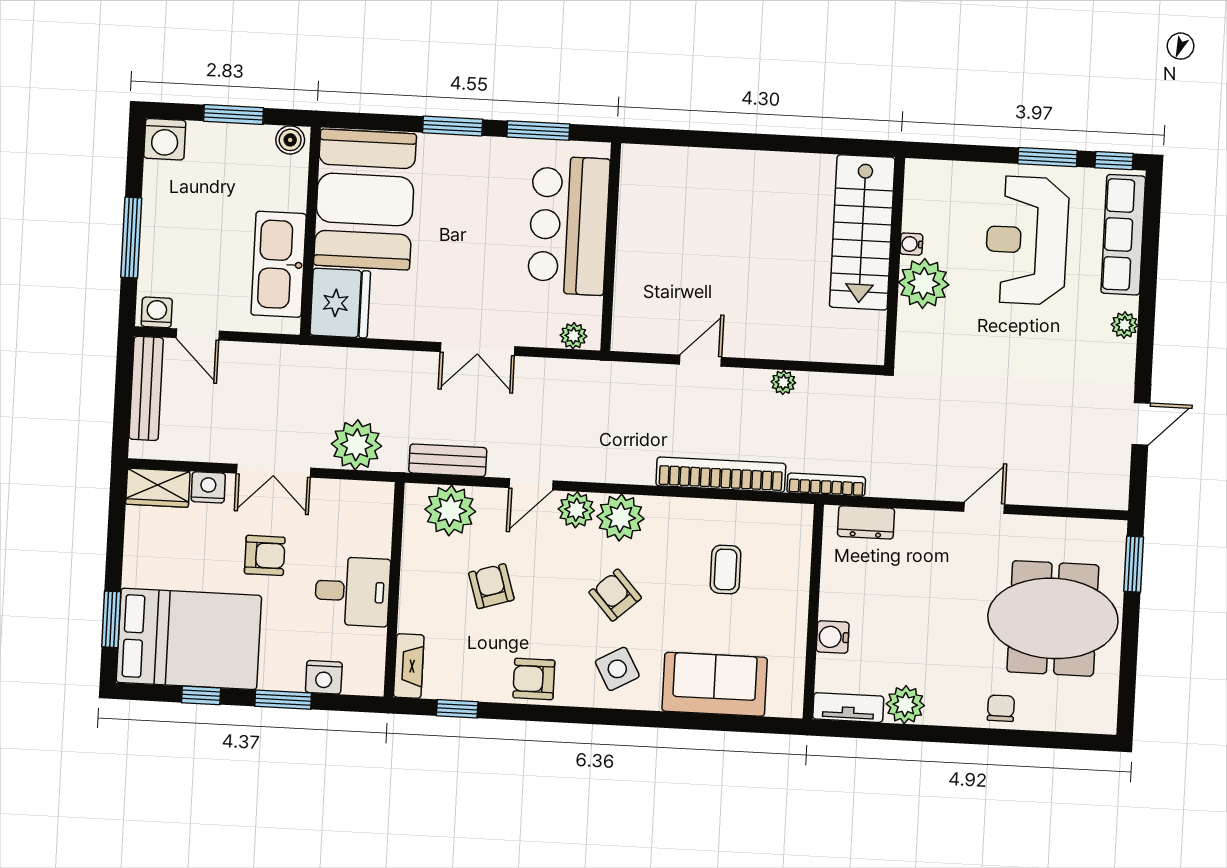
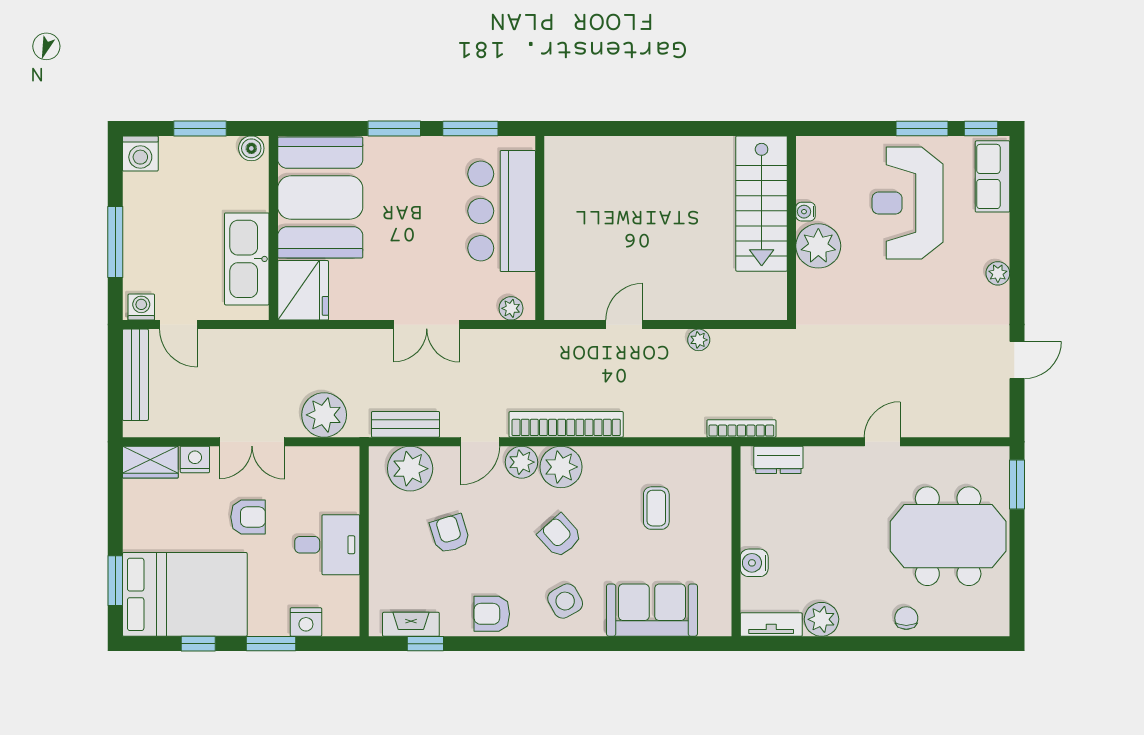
row of seats: (1123, 235) -> (993, 176), width x0.68
bookcase: (721, 475) -> (566, 424), moved
fireplace: (409, 666) -> (411, 624), moved, turned -90

